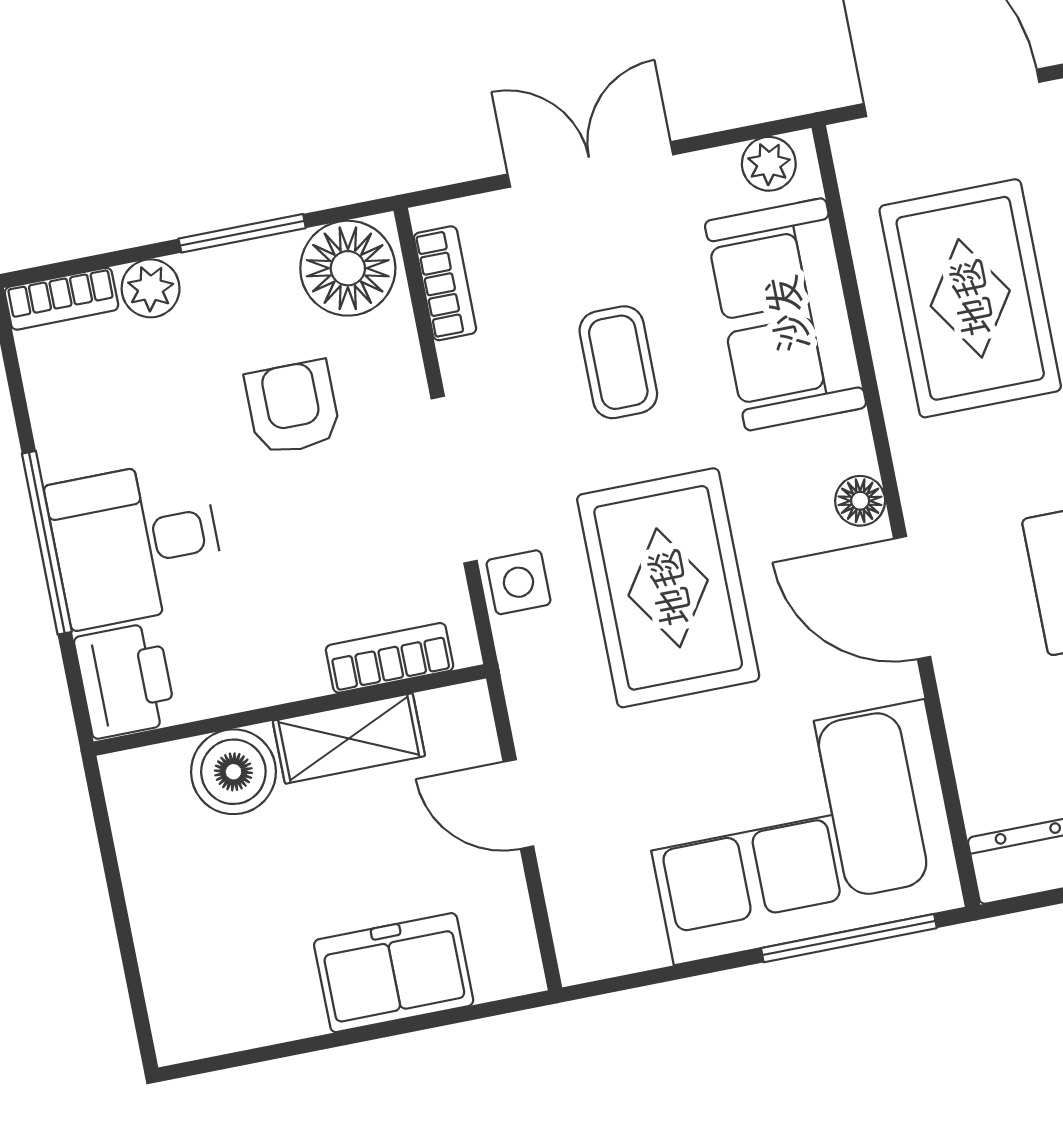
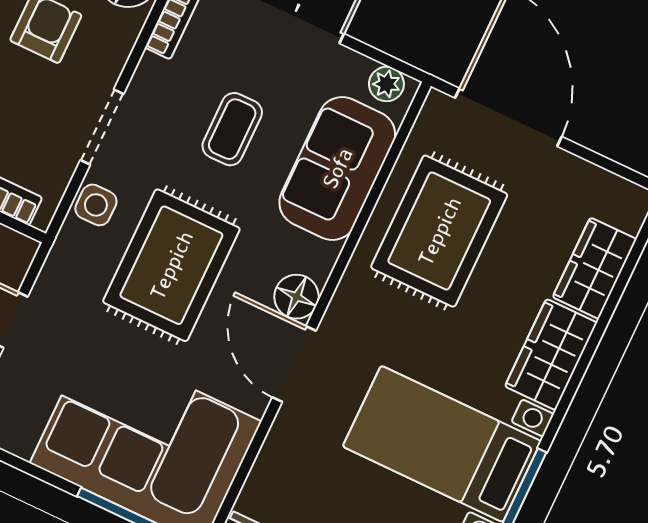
doorway: (454, 480) -> (102, 127), width x0.73
floor lamp: (860, 501) -> (296, 297), width x1.37, depth x1.37

